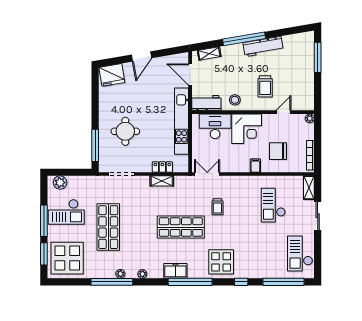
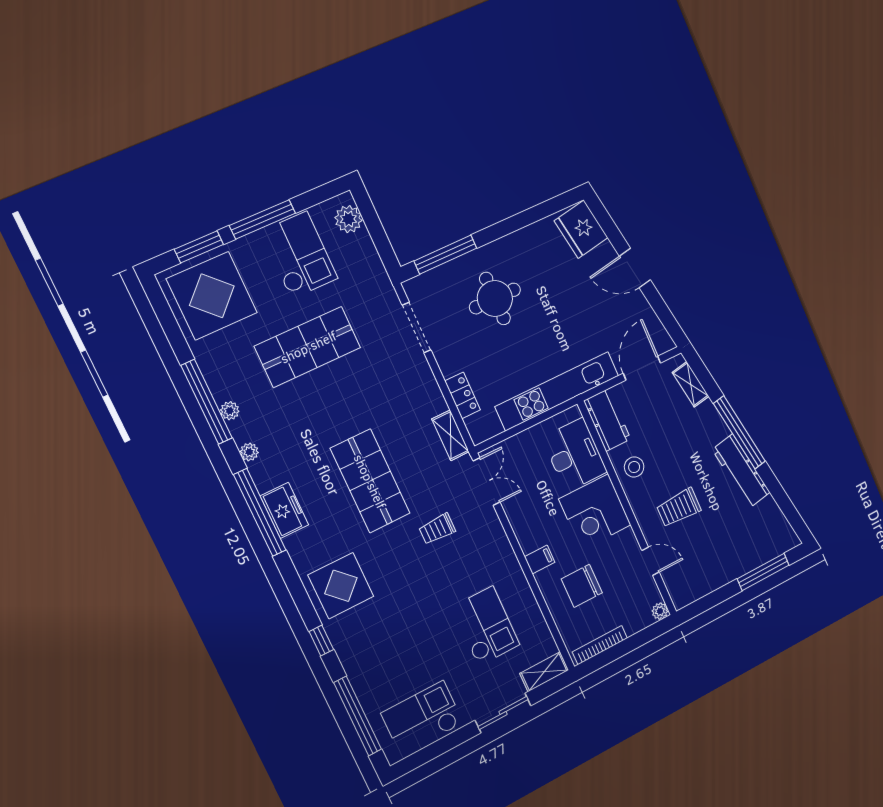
chair: (278, 151) -> (582, 586), turned -90
shelving: (162, 181) -> (450, 435), moved
checkout: (273, 205) -> (486, 626), turned 90
checkout: (66, 212) -> (299, 255), turned 180
window: (190, 282) -> (260, 512), moved

